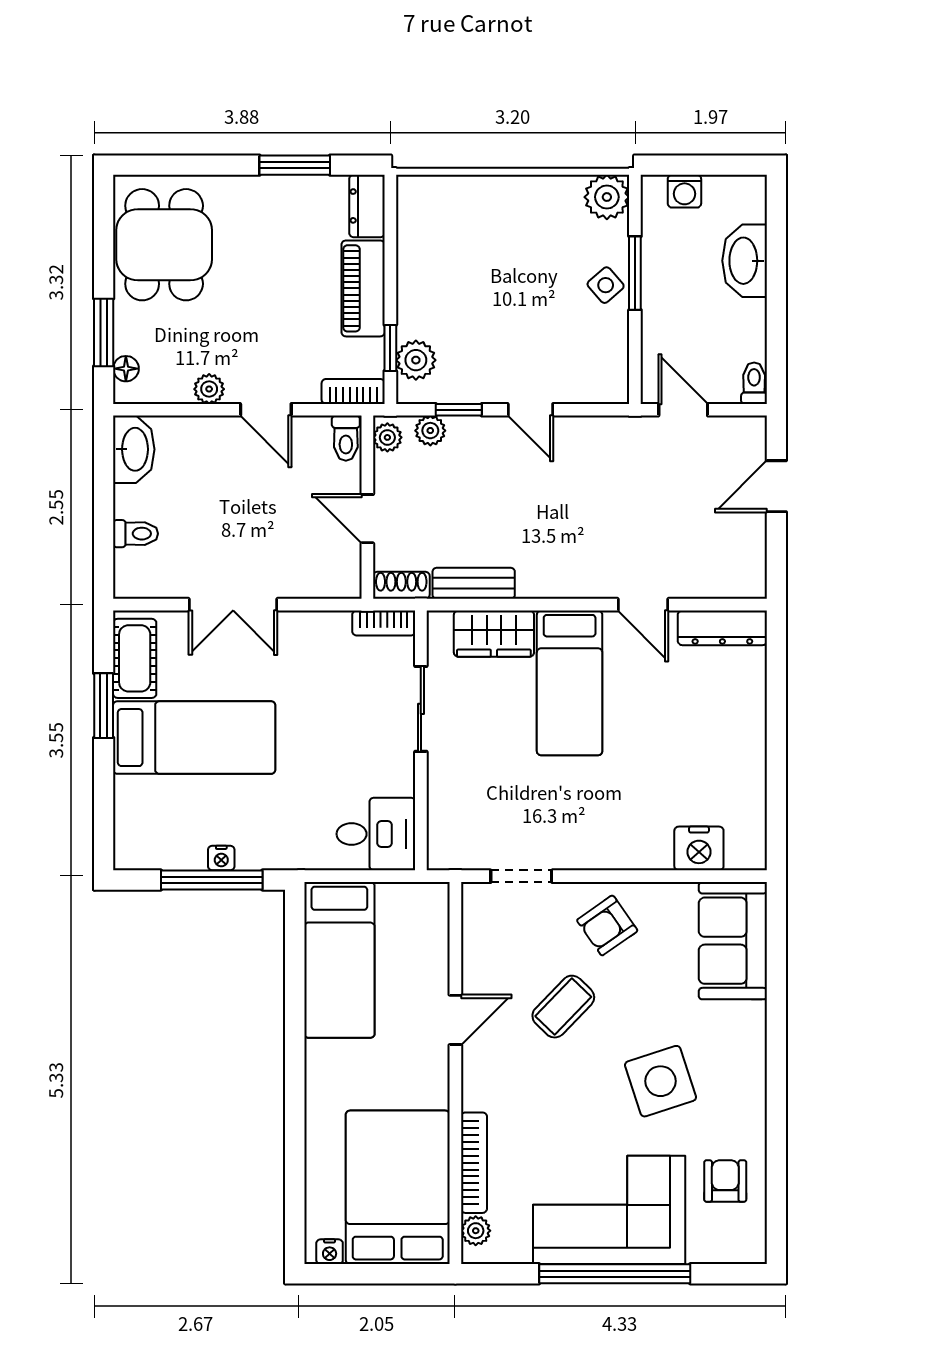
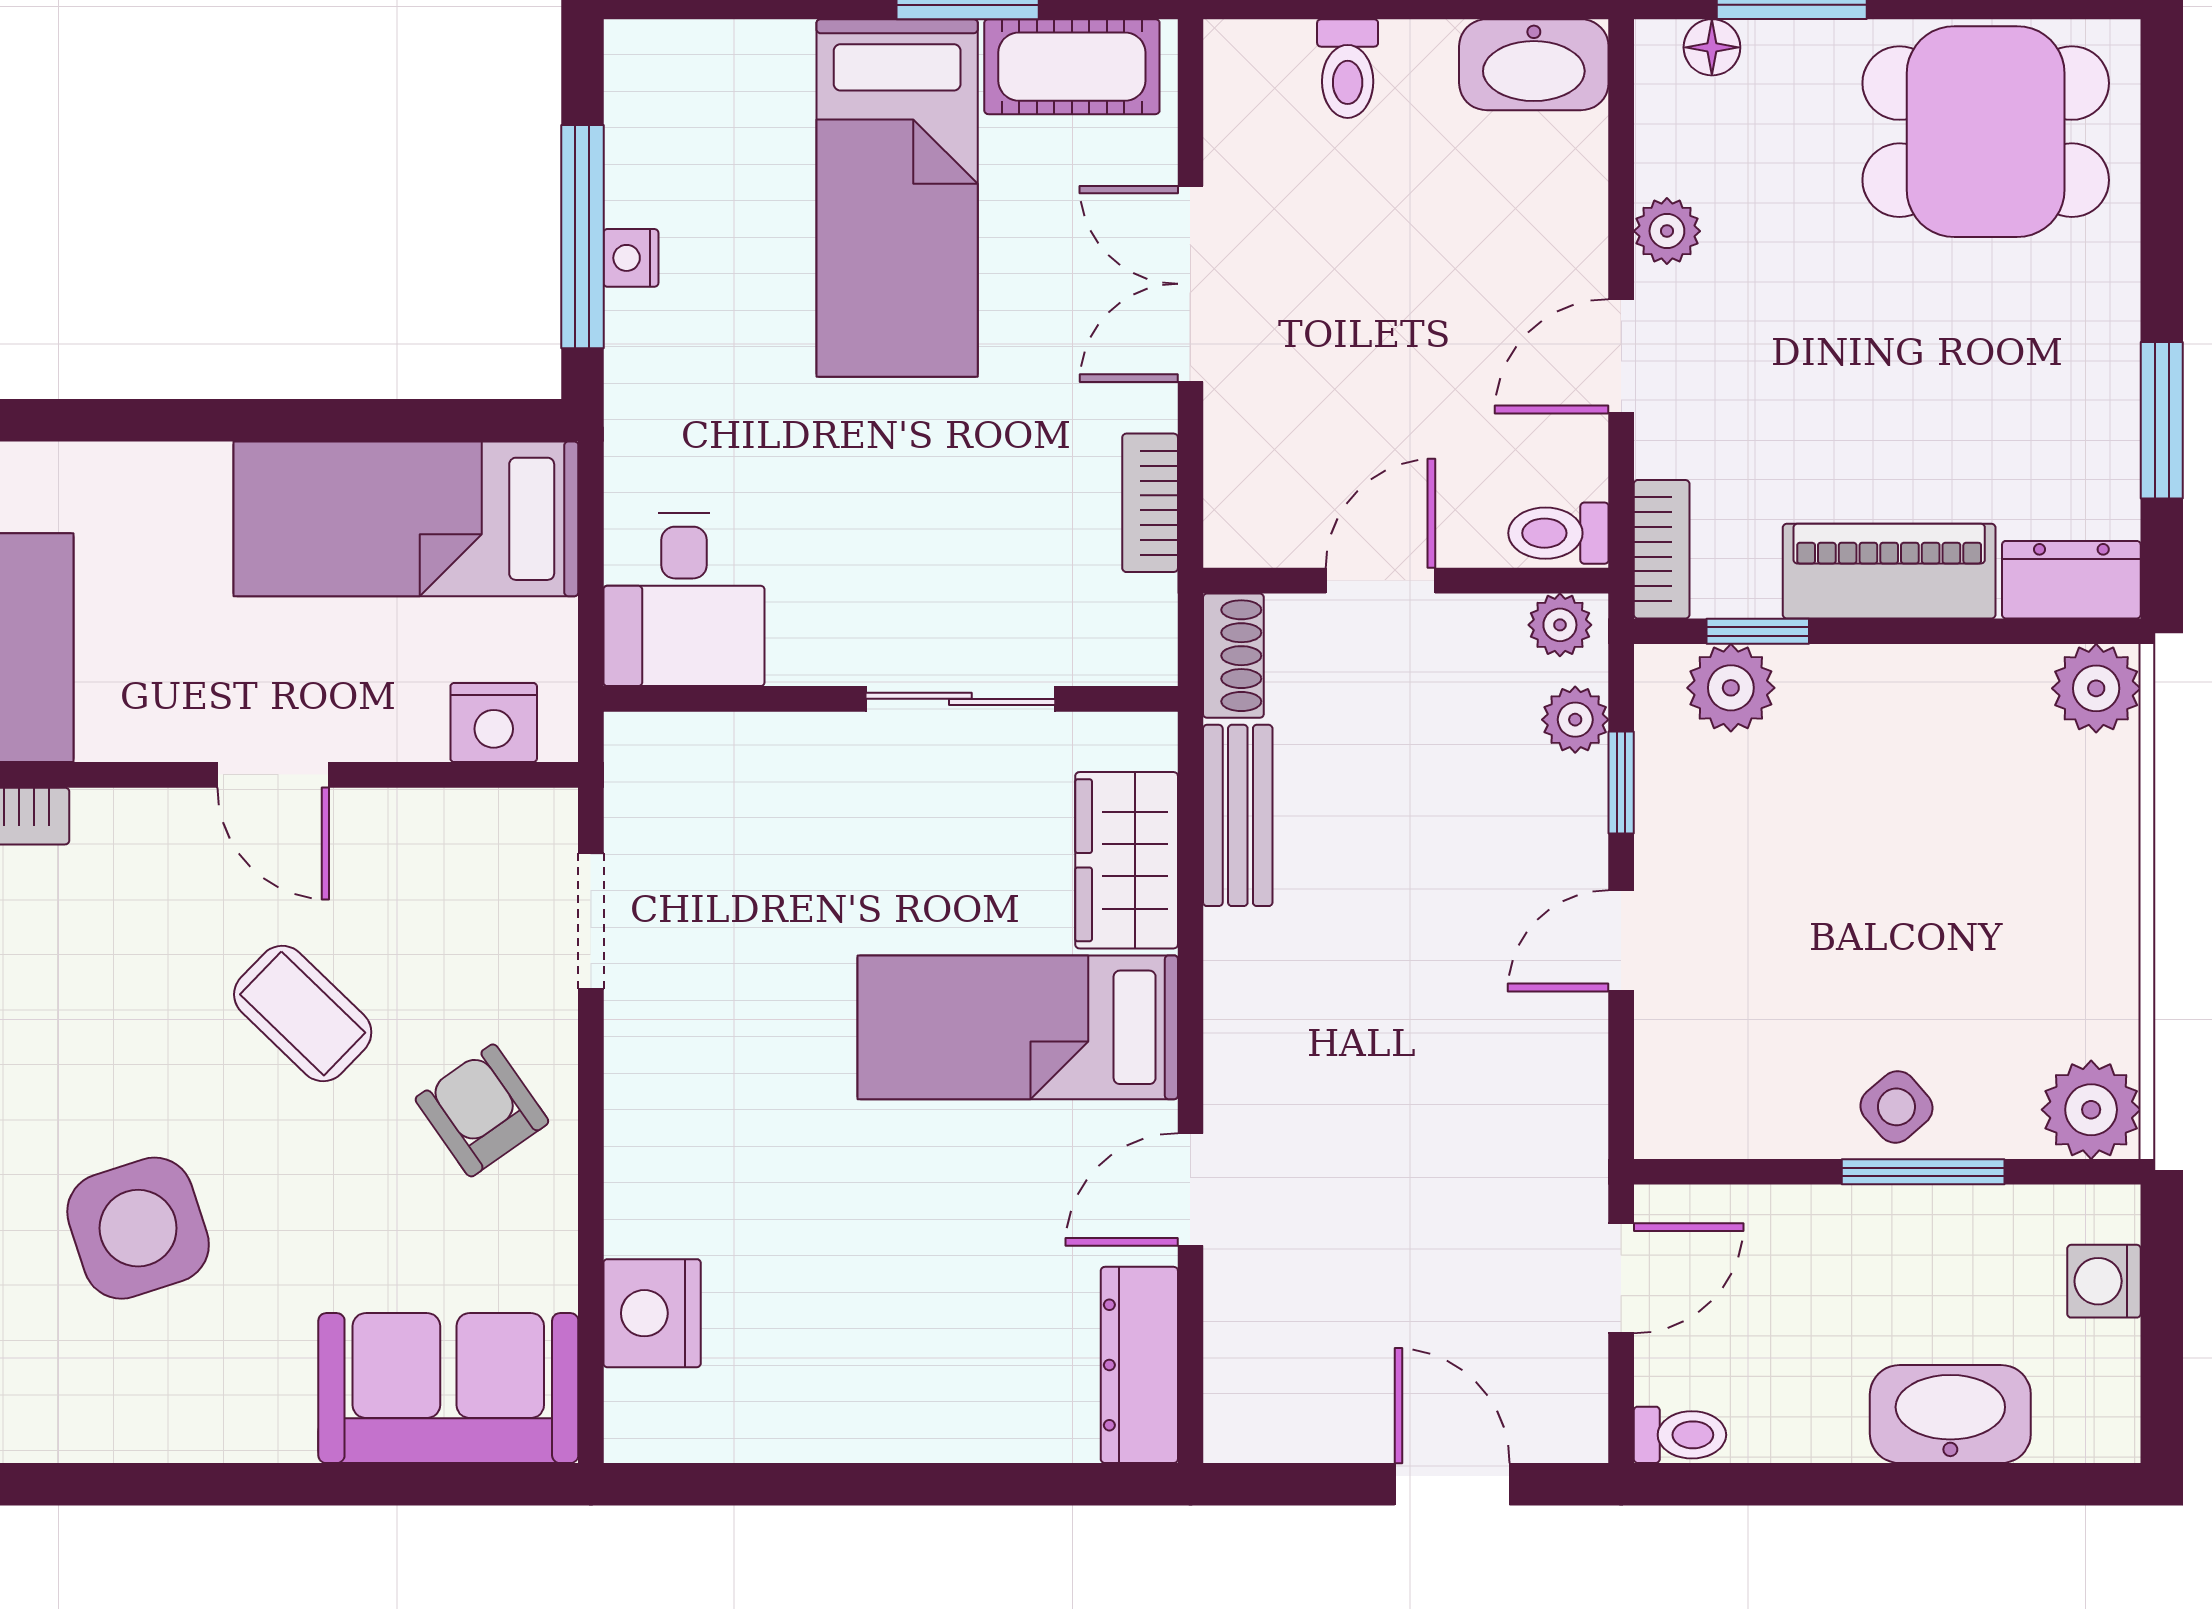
plant: (416, 195) -> (2096, 688), added
bookcase: (384, 623) -> (1150, 503), moved
nightstand: (432, 920) -> (494, 723), added

